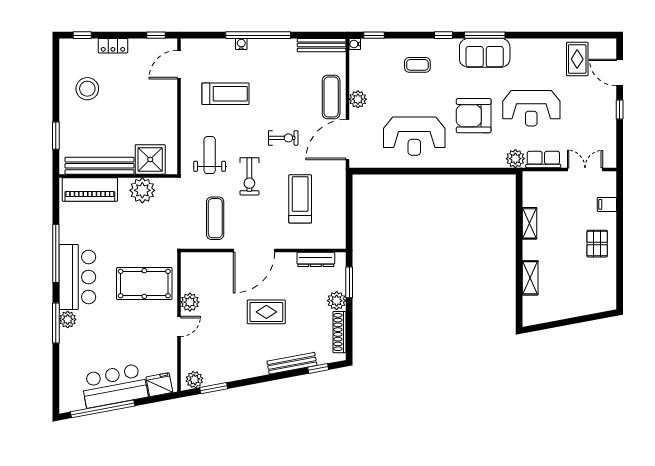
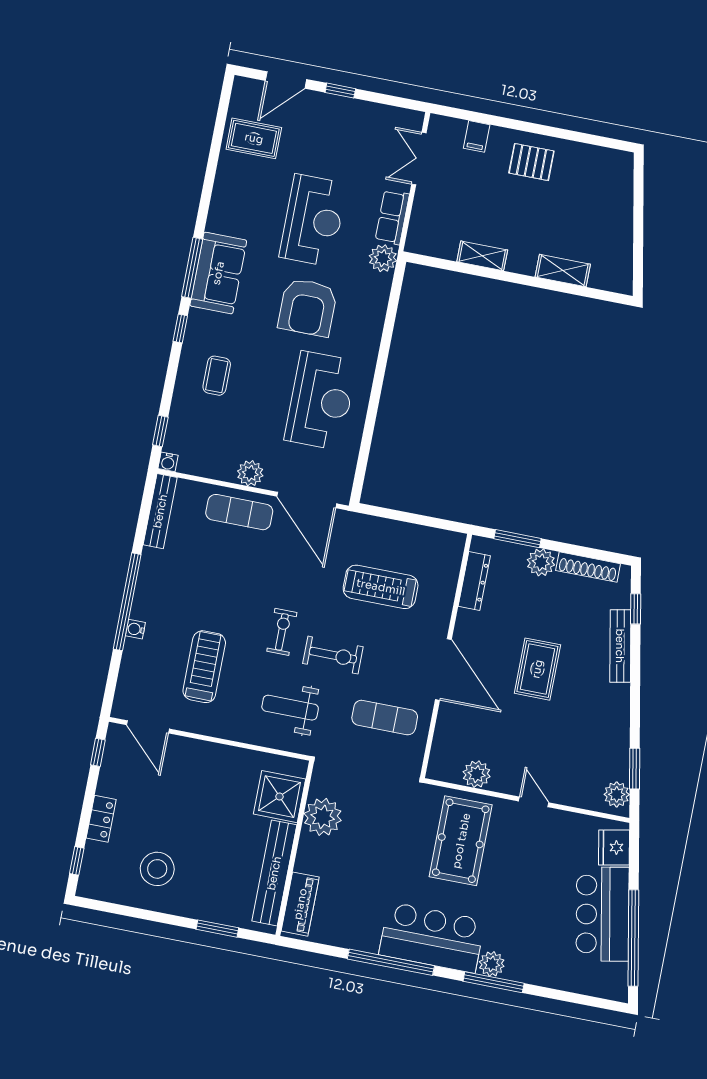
exercise bike: (283, 138) -> (282, 632), moved
piano: (90, 190) -> (300, 904), width x0.73, depth x0.75
plant: (190, 302) -> (477, 774), moved

